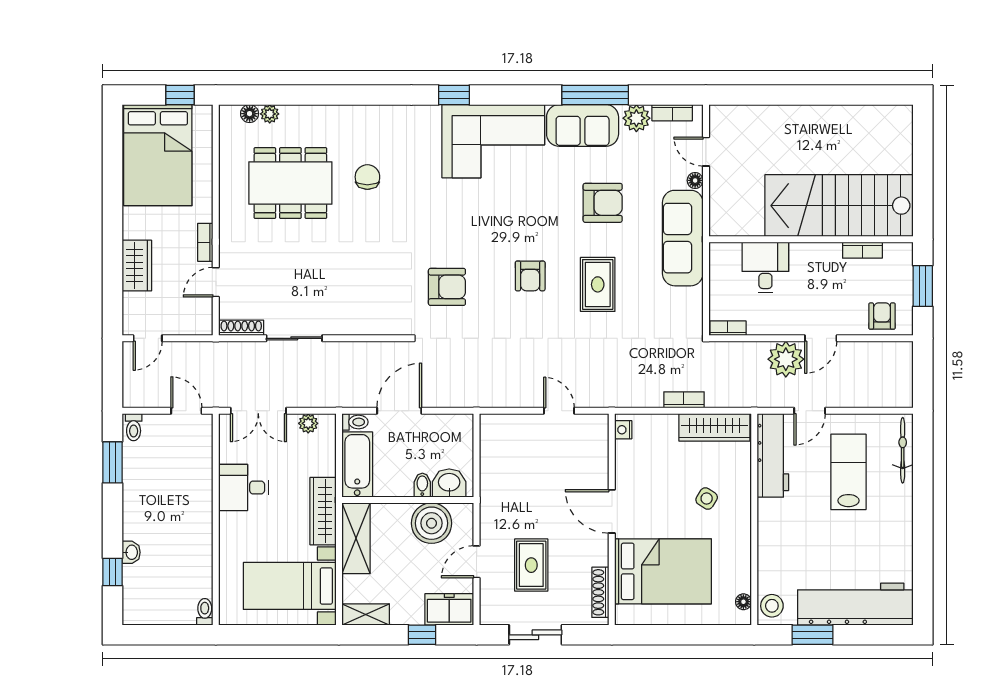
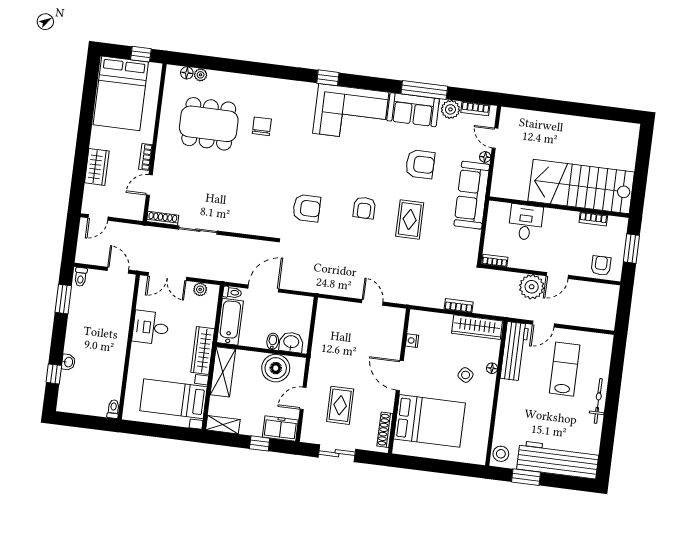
nightstand: (623, 430) -> (412, 341), moved
bicycle: (903, 450) -> (598, 401), moved
floor lamp: (743, 602) -> (492, 368), moved

